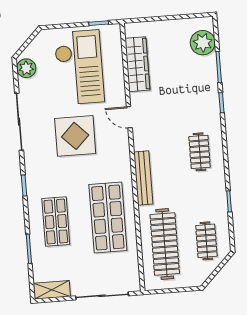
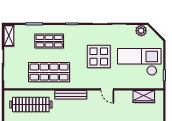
wardrobe: (137, 64) -> (144, 96), width x0.67
checkout: (79, 67) -> (139, 62), turned 180
door: (129, 117) -> (107, 89), swing flipped

